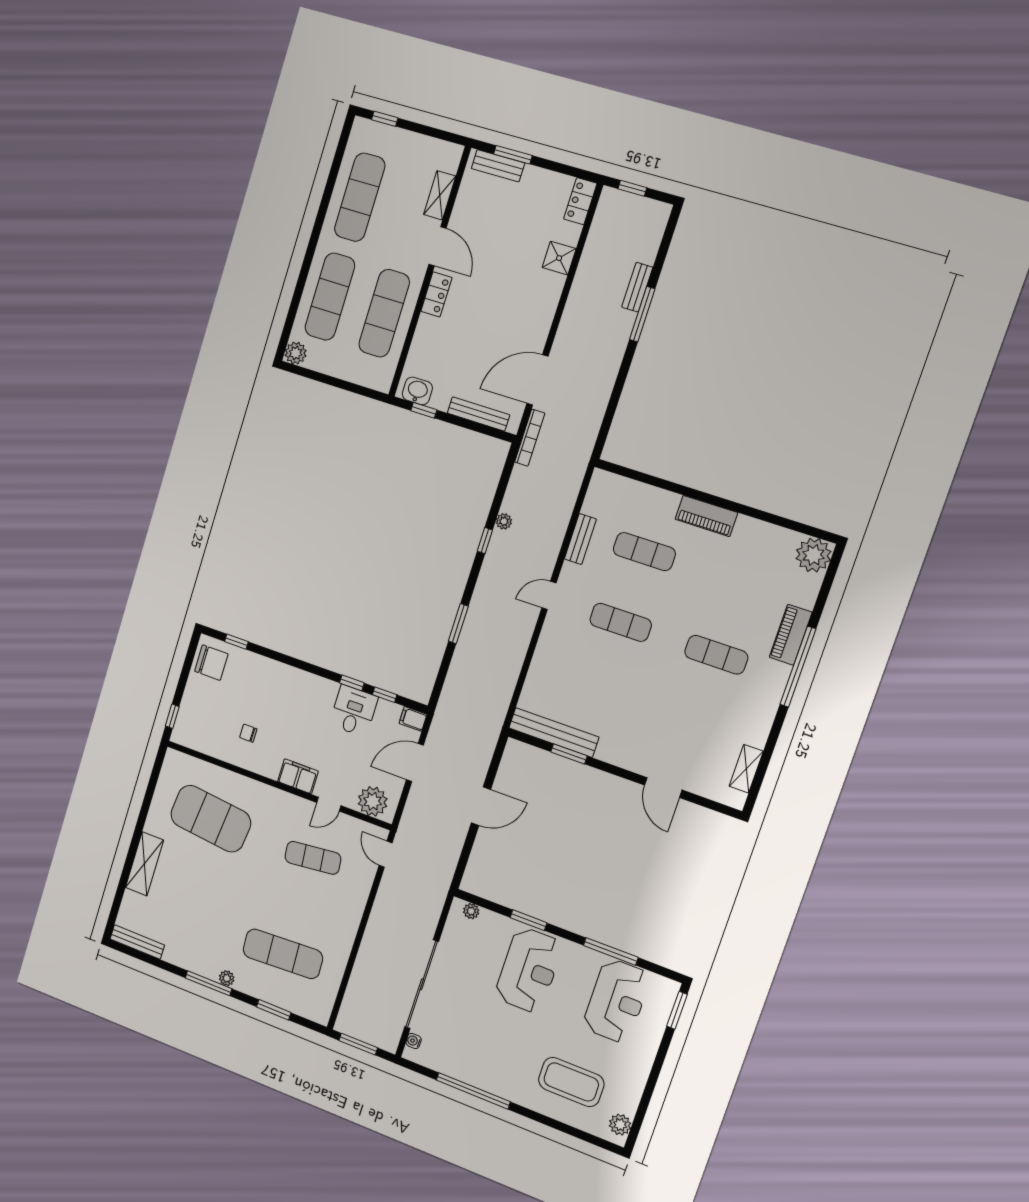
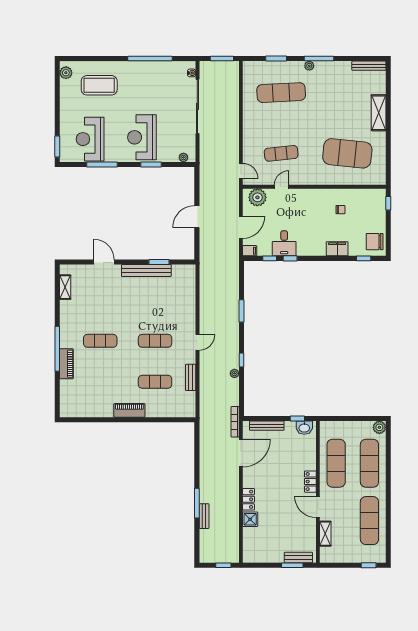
locker: (580, 201) -> (248, 499), moved
plant: (813, 555) -> (69, 408), removed
bench: (554, 732) -> (146, 271), moved
filing cabinet: (298, 776) -> (337, 249), moved, turned 180

